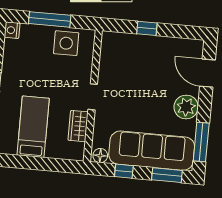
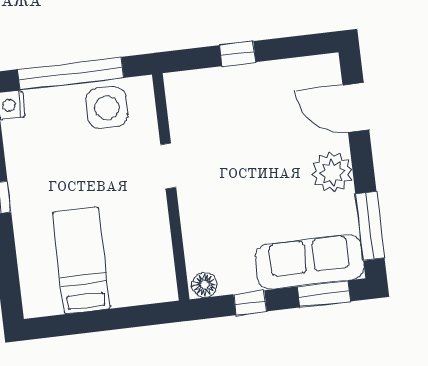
window: (50, 19) -> (71, 74), width x1.46
doorway: (93, 97) -> (168, 166), moved
wardrobe: (78, 126) -> (157, 243), removed
sofa: (152, 151) -> (310, 262), width x0.74, depth x0.79

